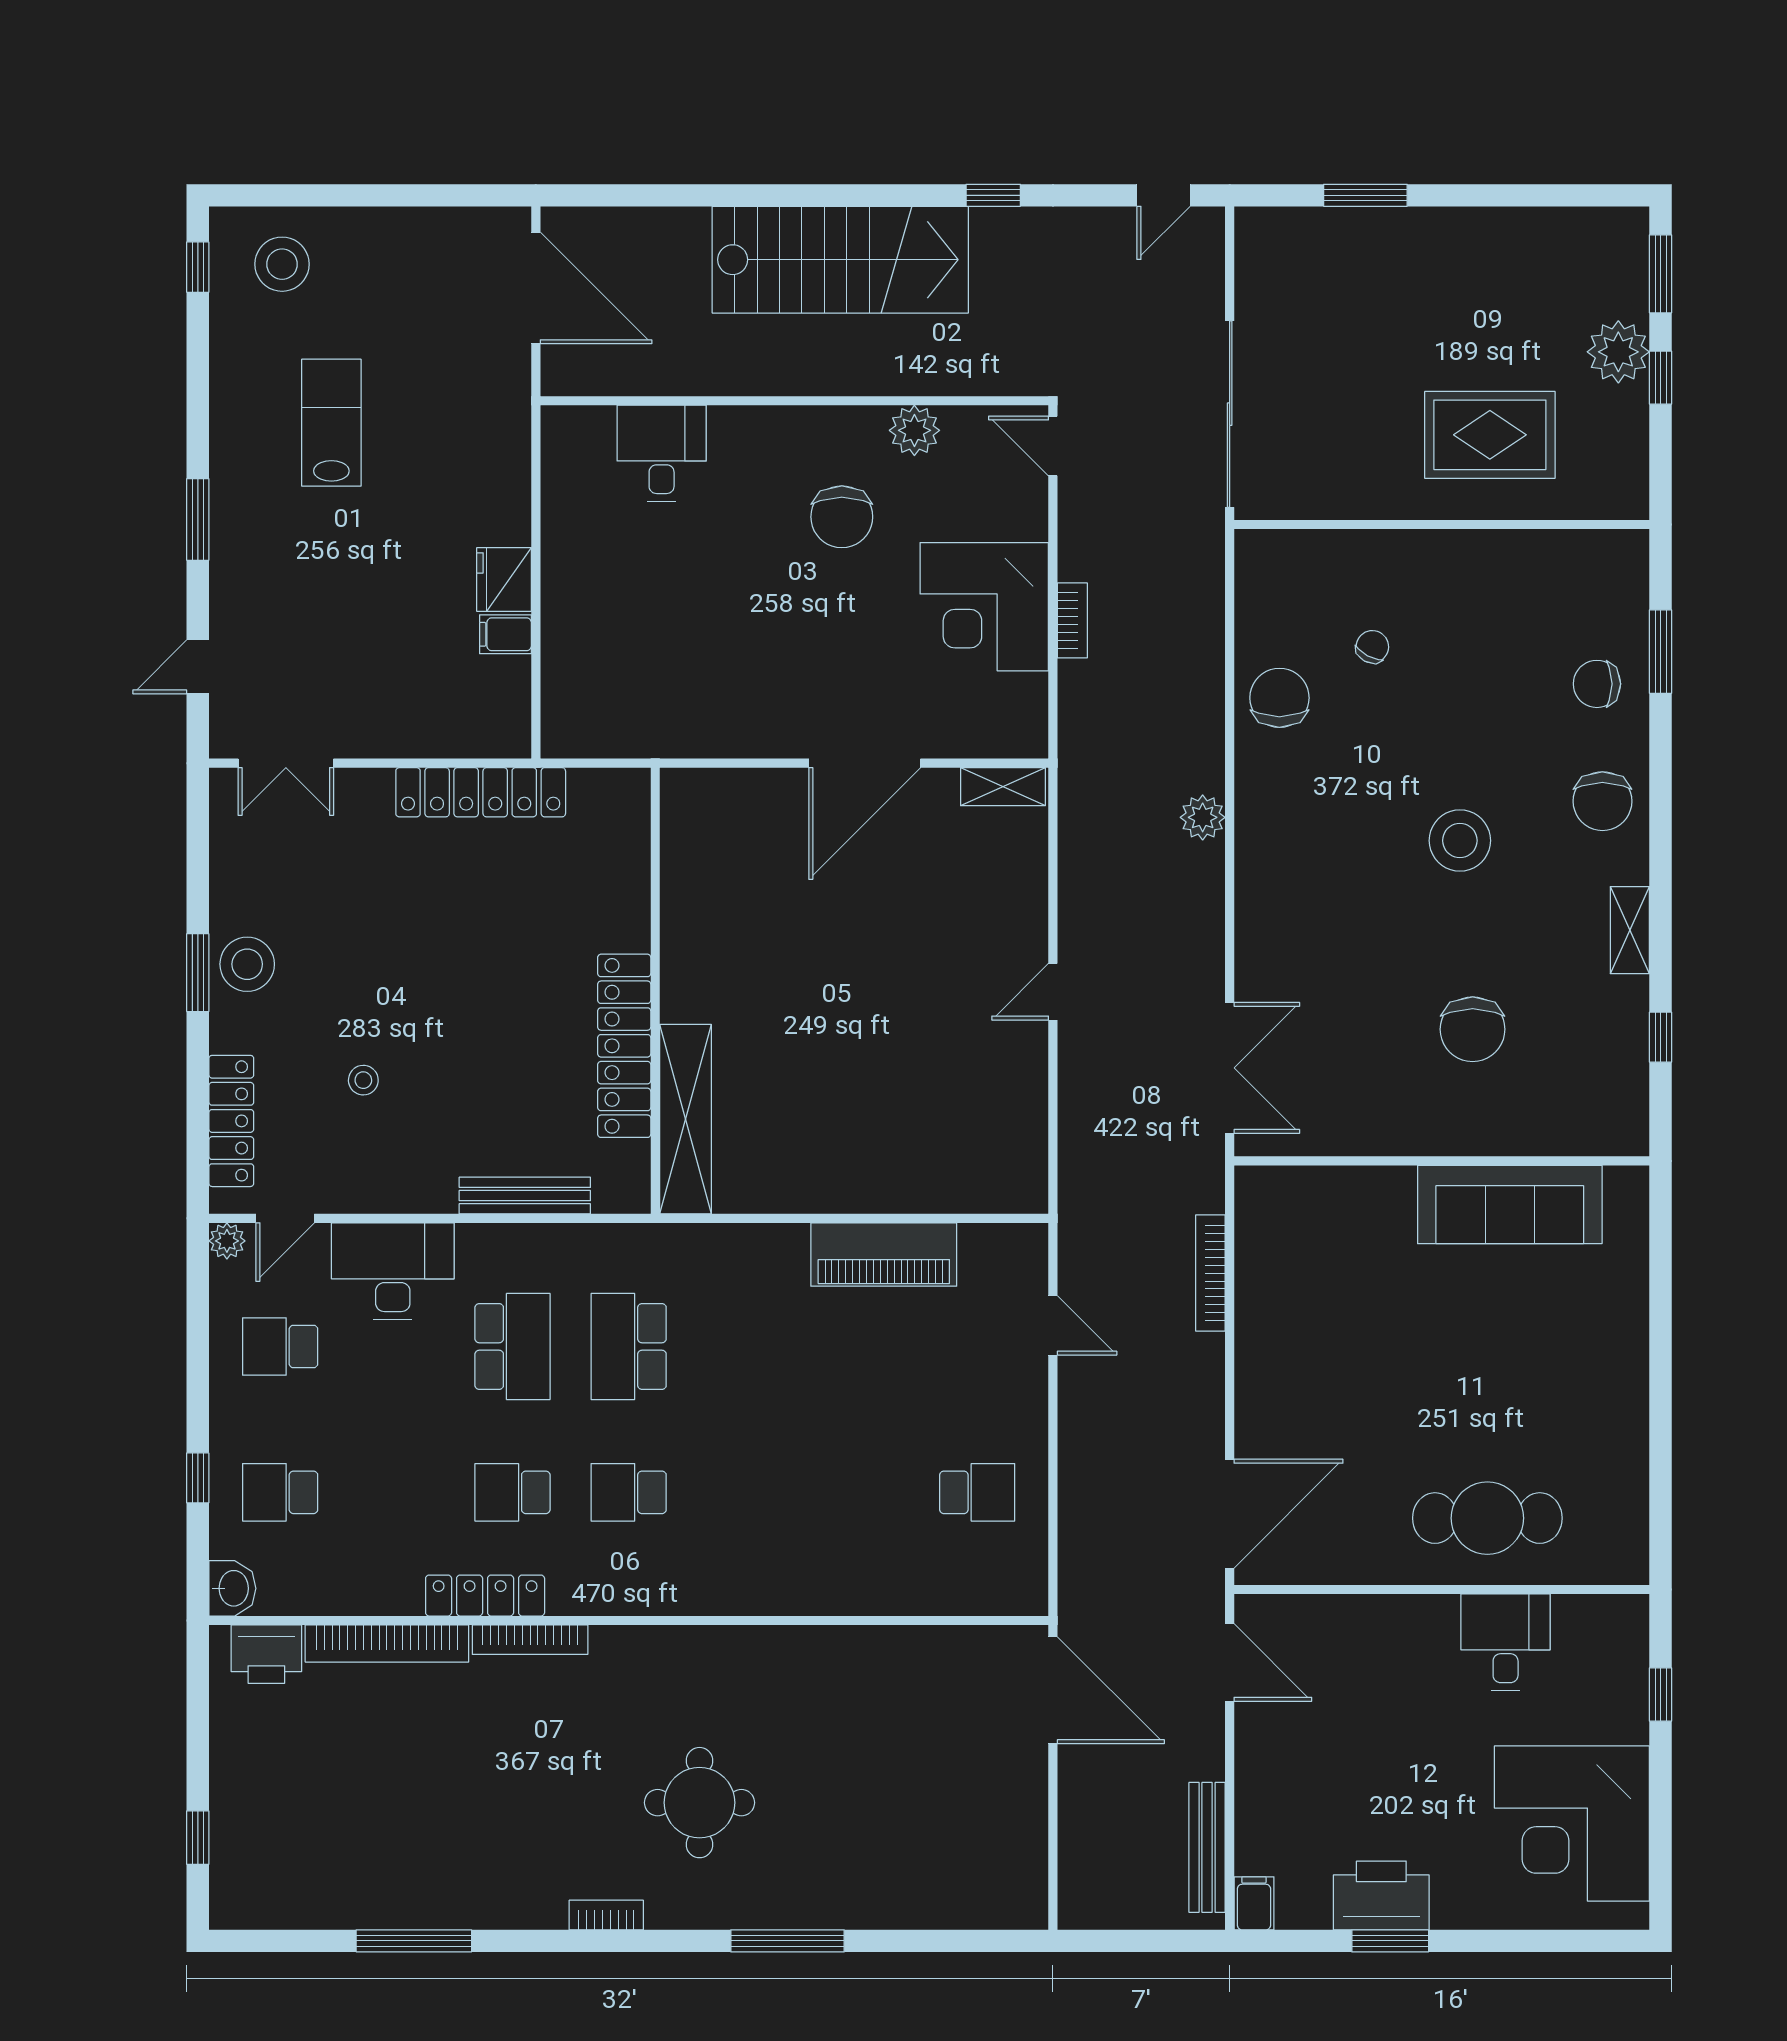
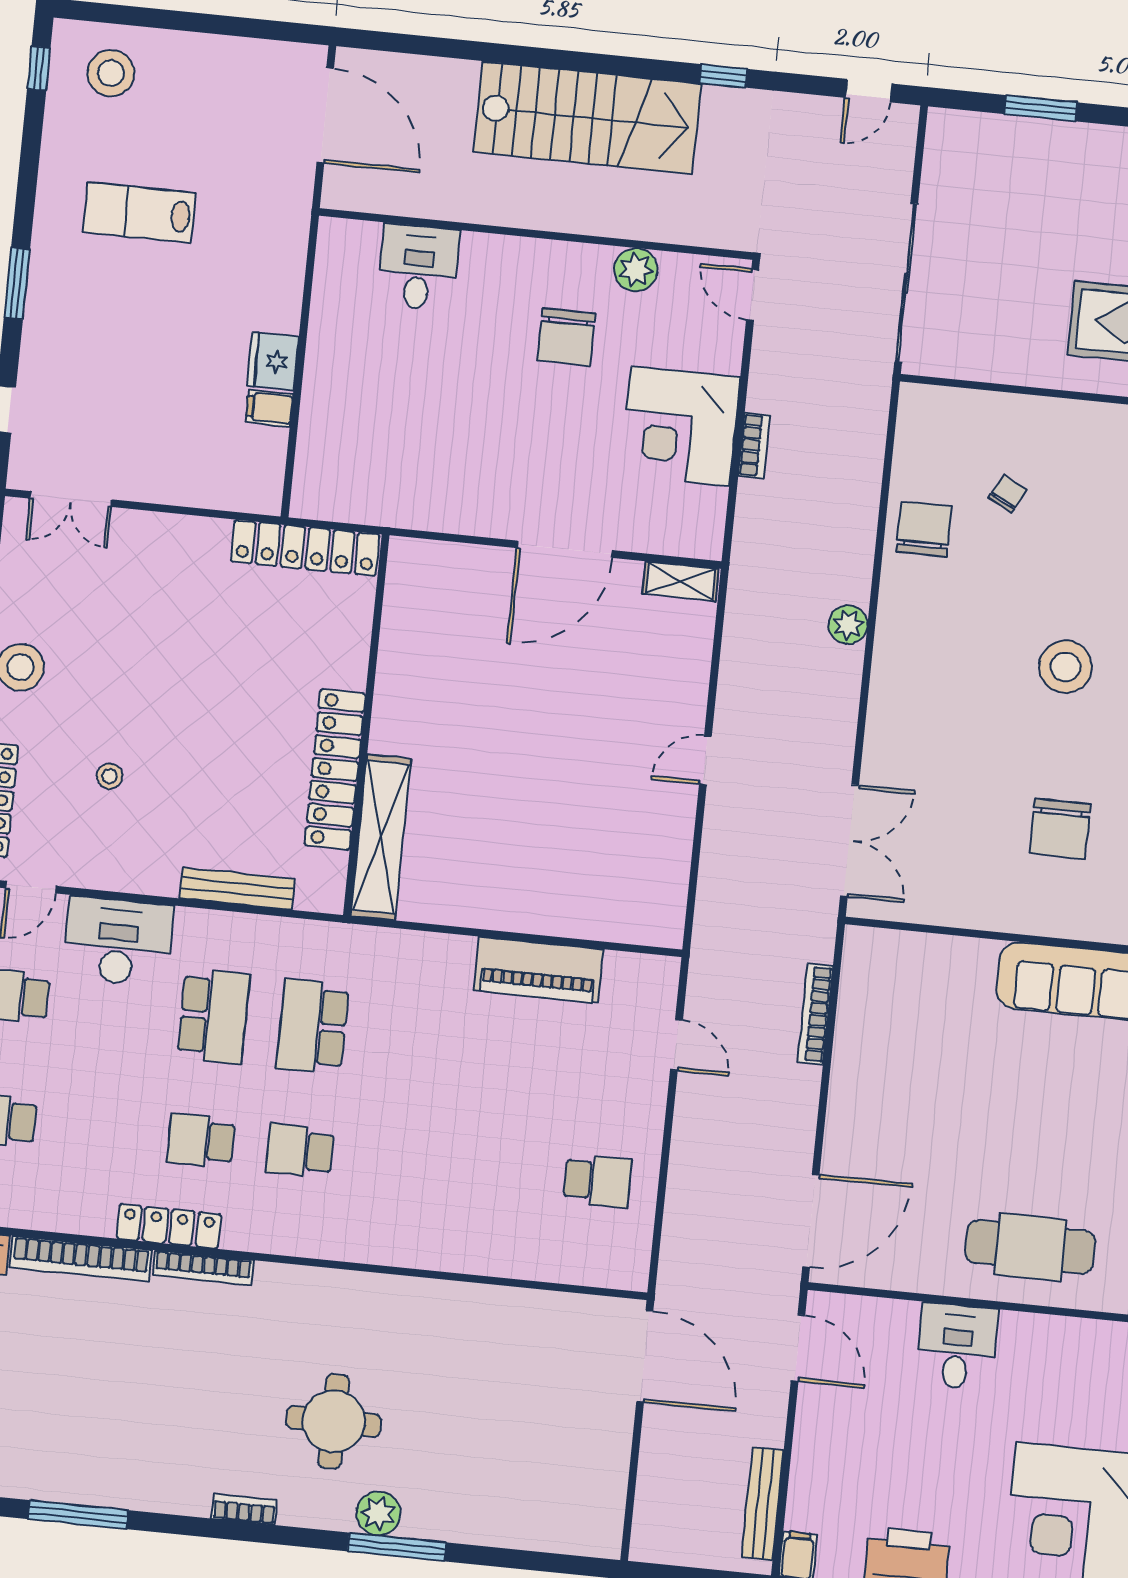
lab bench: (331, 423) -> (139, 213), turned -90
locker: (481, 792) -> (305, 548), moved
desk: (1506, 1642) -> (957, 1346), moved
plant: (762, 1904) -> (378, 1513), added

